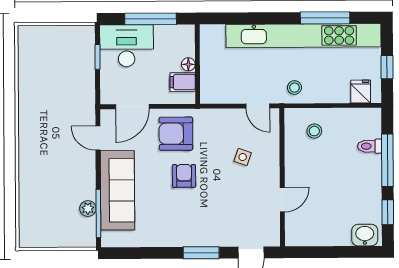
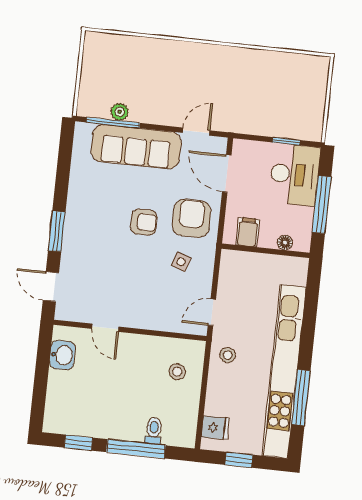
floor lamp: (188, 64) -> (285, 243), moved
side table: (243, 157) -> (181, 262), moved
washbasin: (365, 235) -> (62, 355), moved

